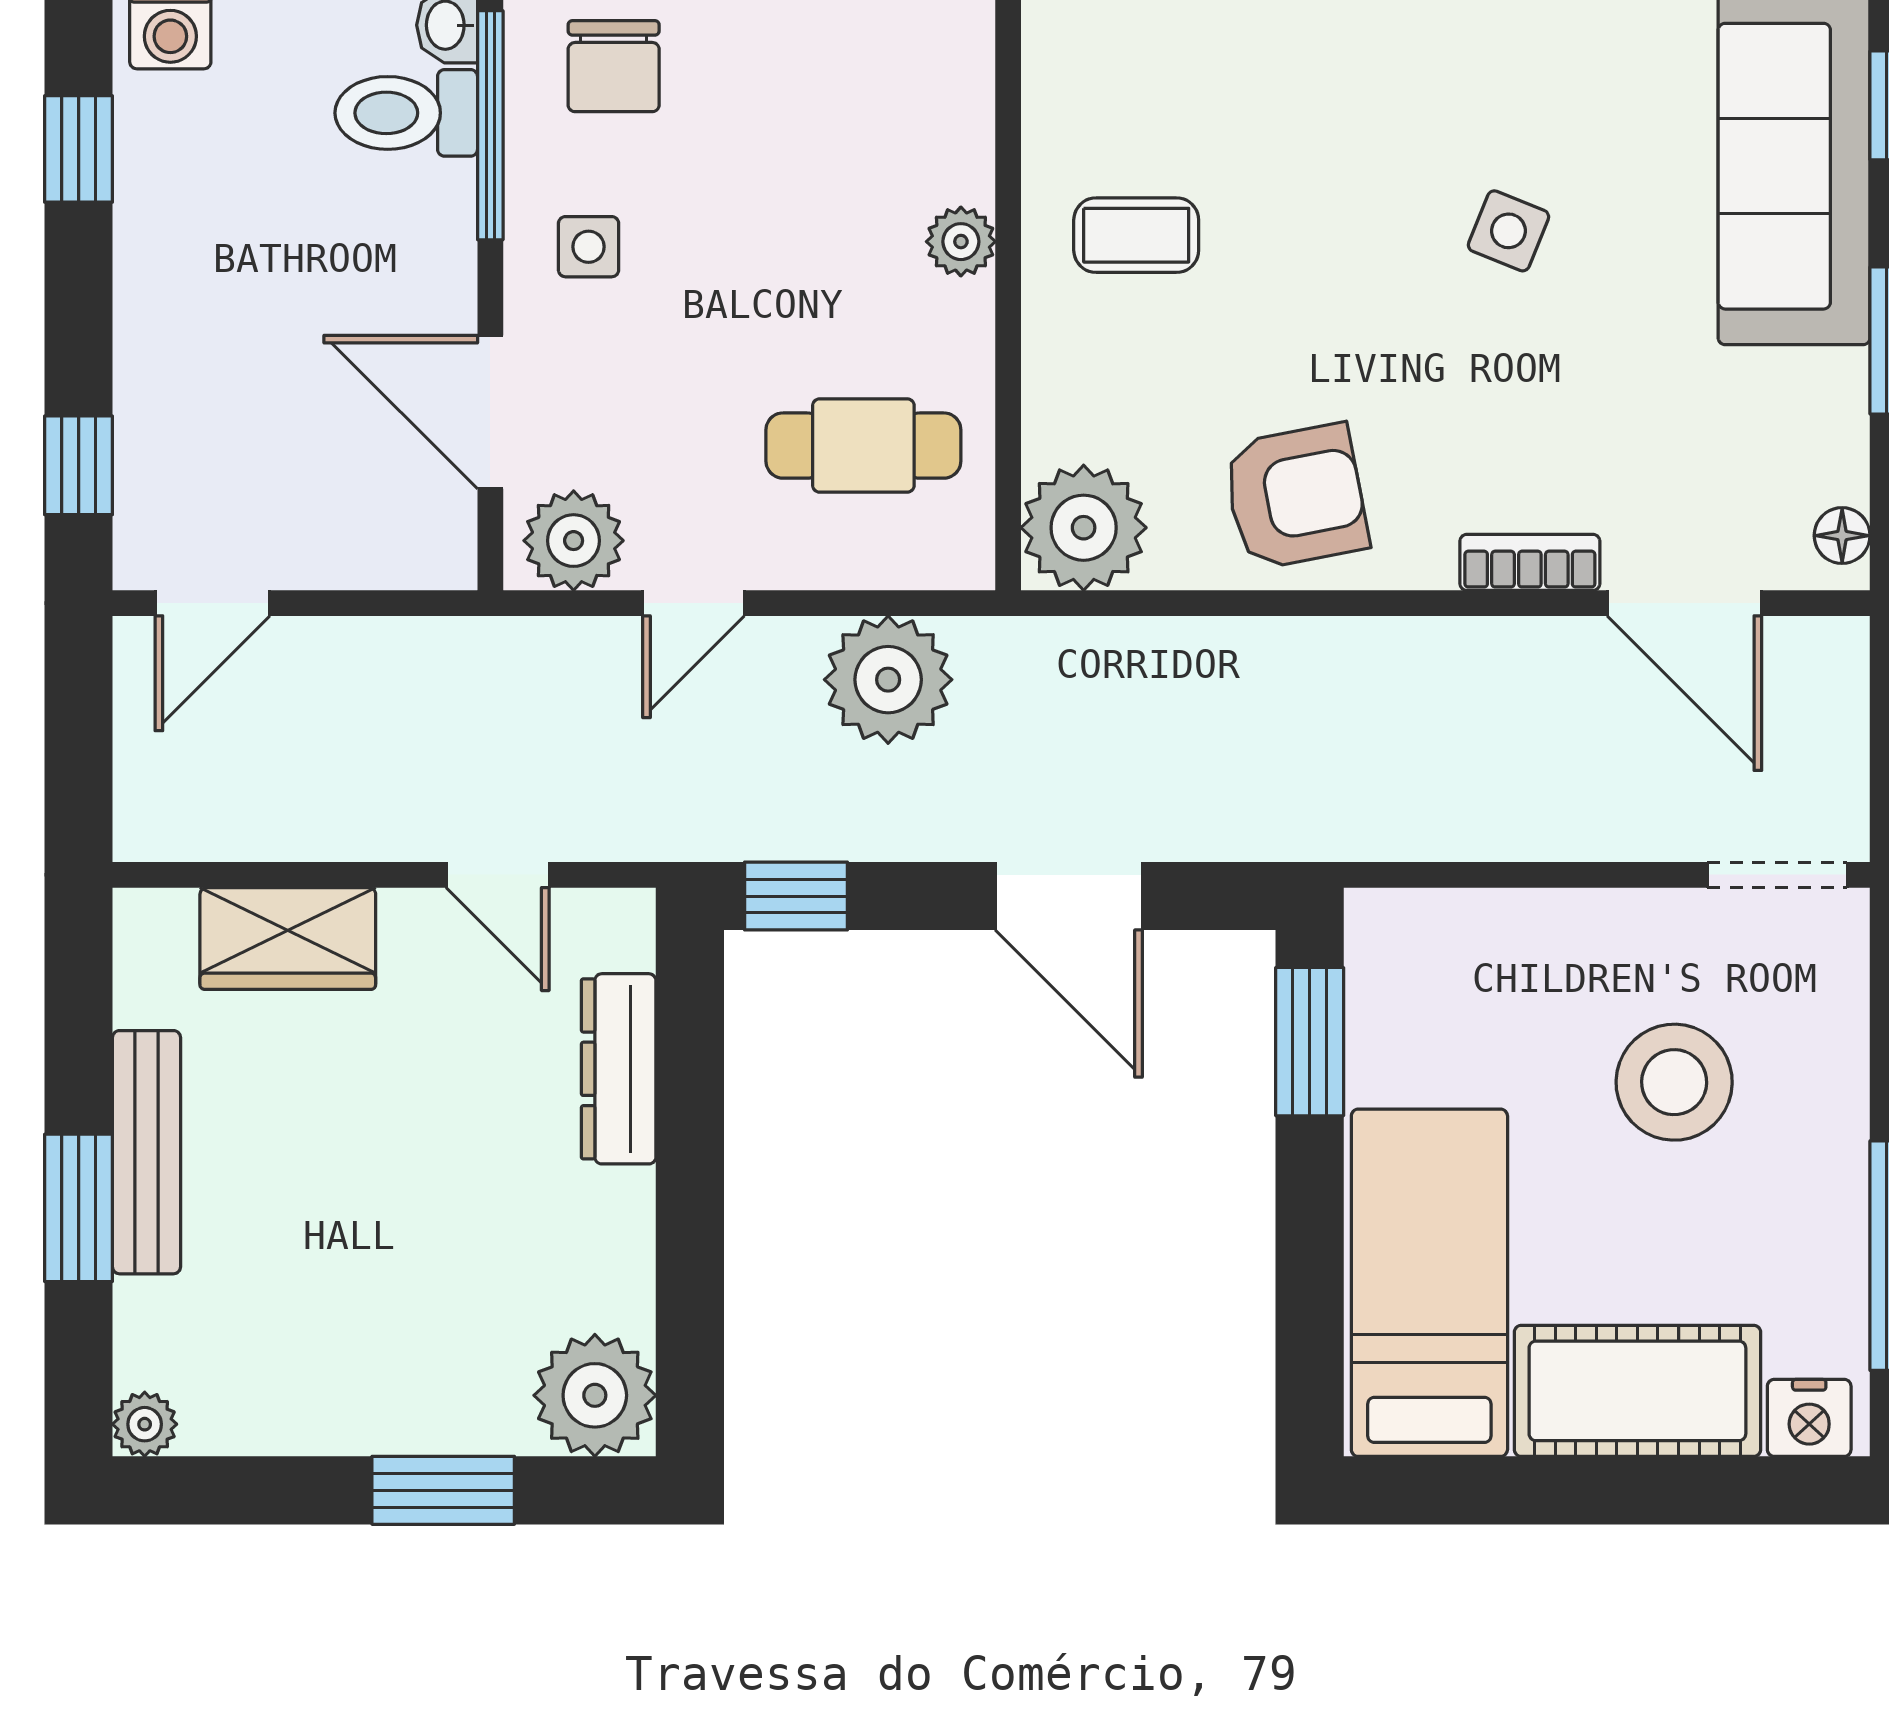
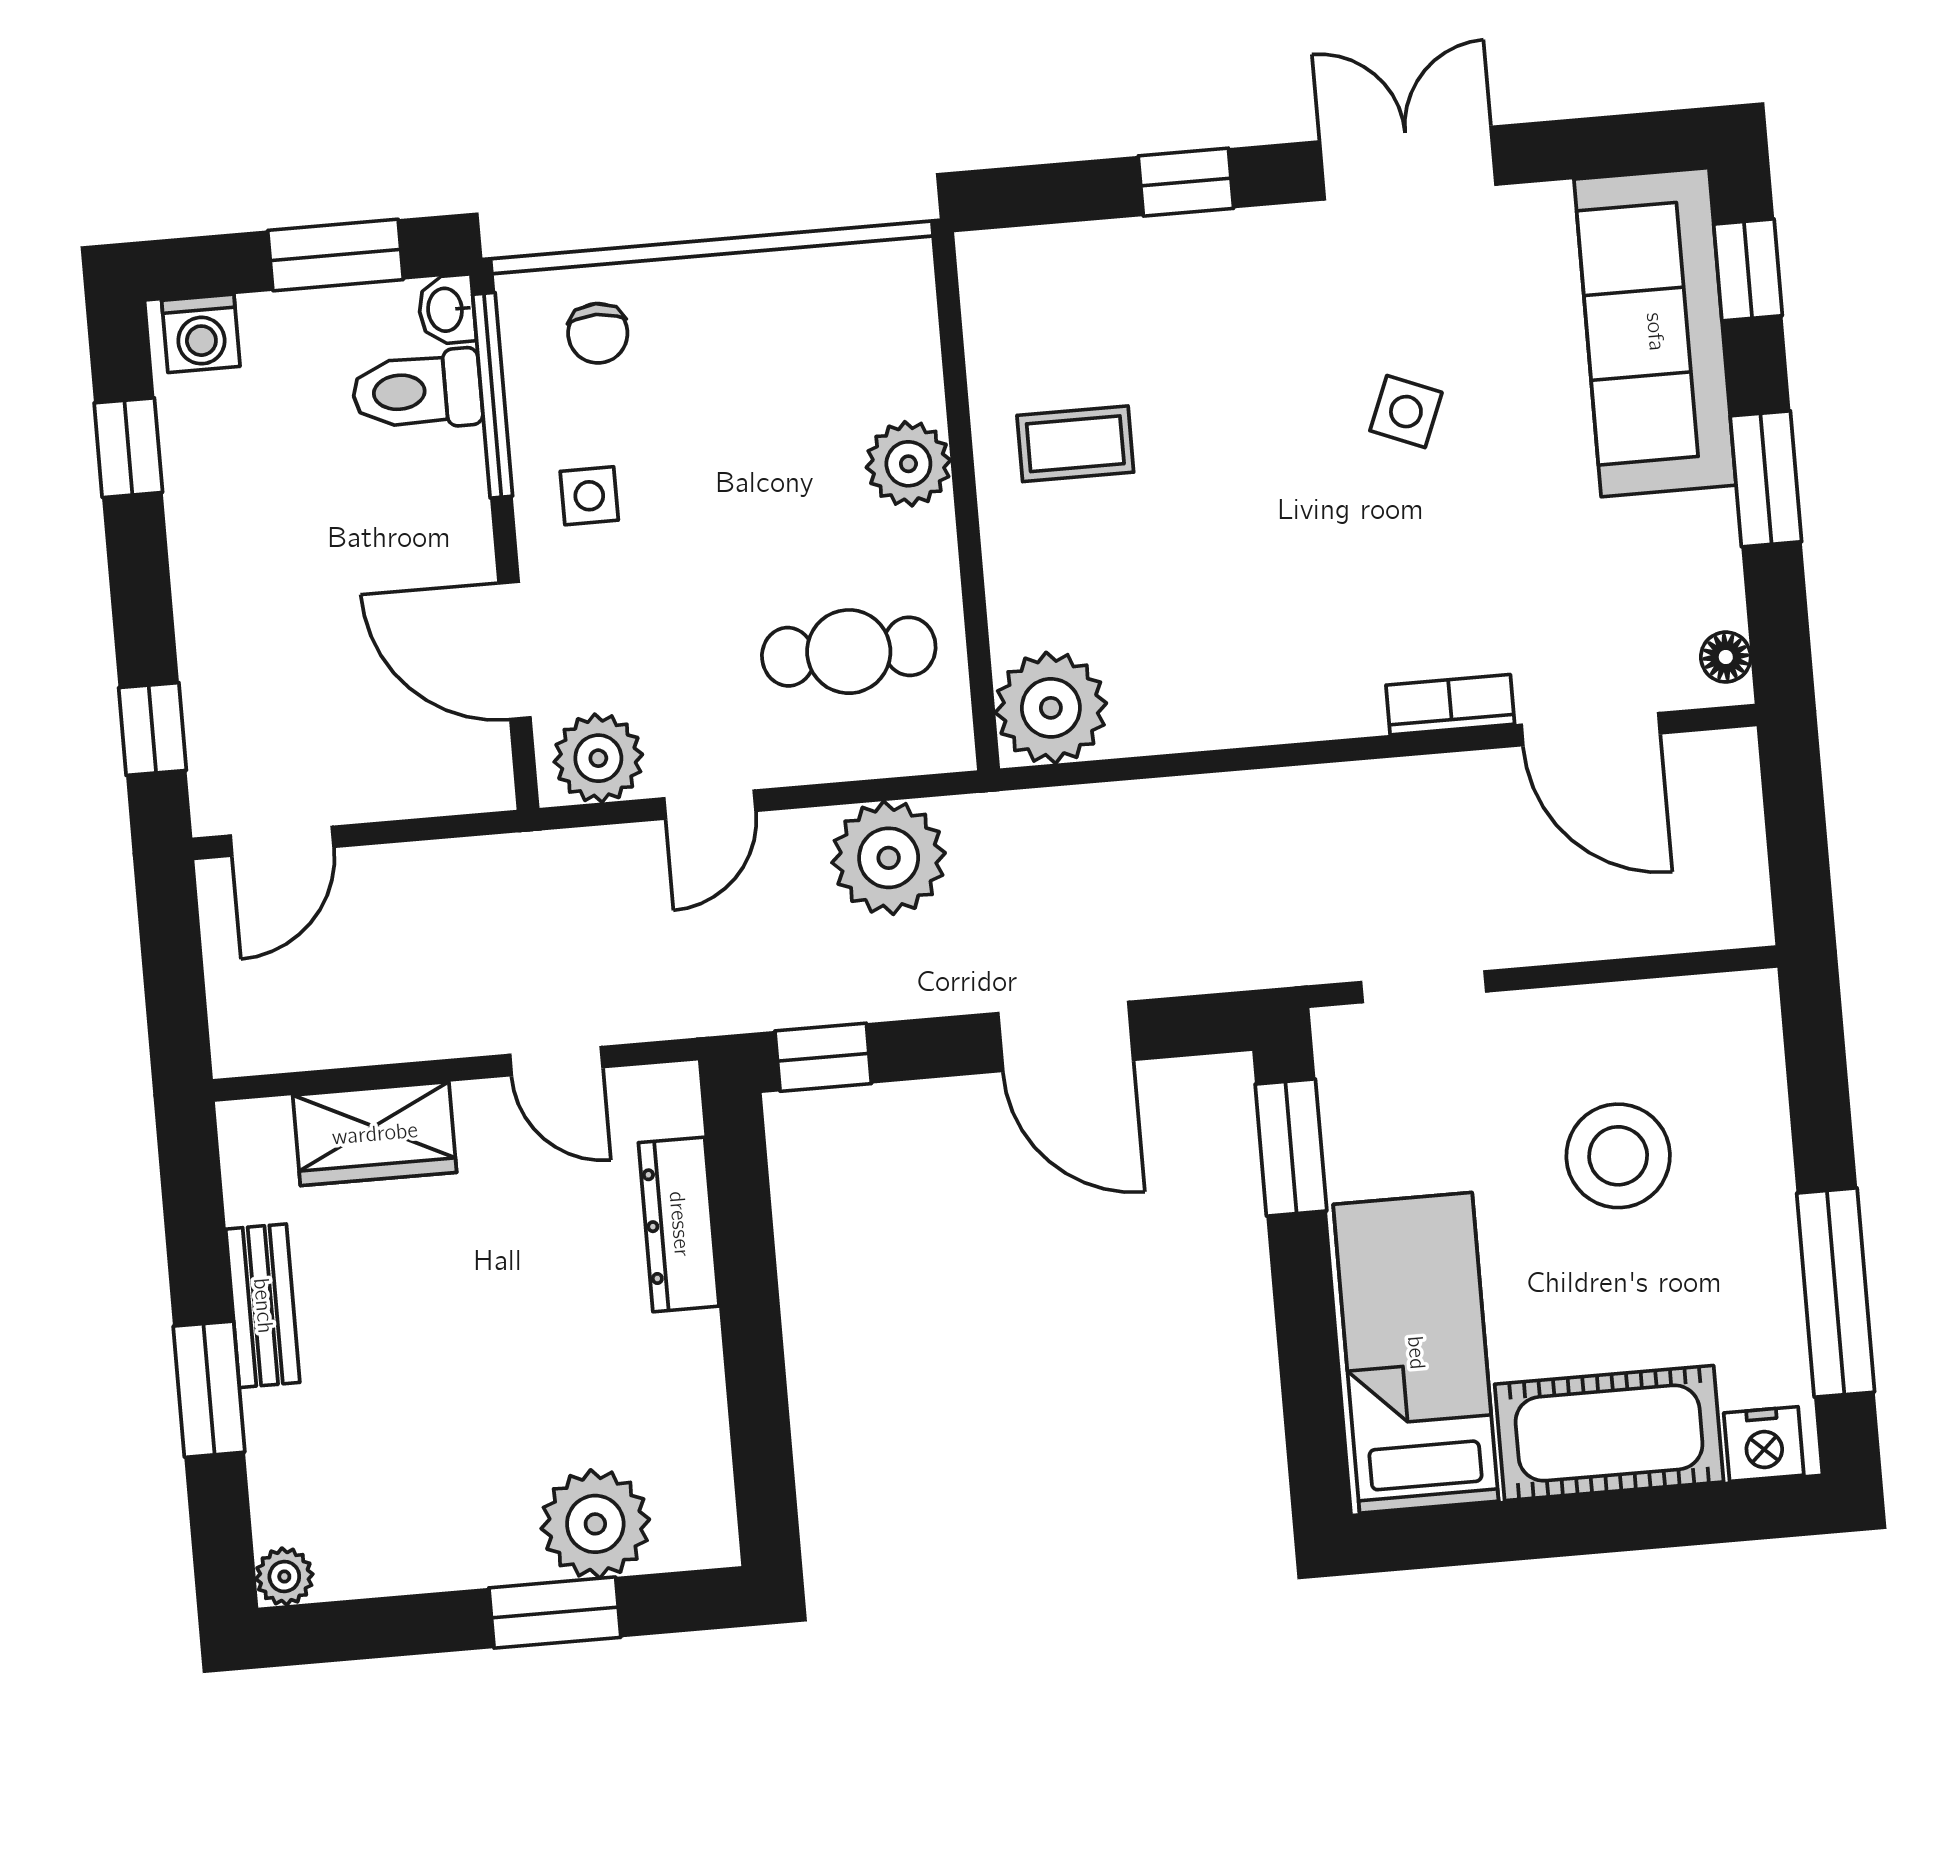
chair: (614, 66) -> (598, 333), width x0.73, depth x0.73
plant: (961, 242) -> (908, 464), width x1.38, depth x1.38
armchair: (1296, 497) -> (1237, 664), removed
doorway: (1777, 875) -> (1424, 987), moved
bench: (147, 1152) -> (263, 1306), width x0.73
plant: (595, 1395) -> (595, 1524), moved

